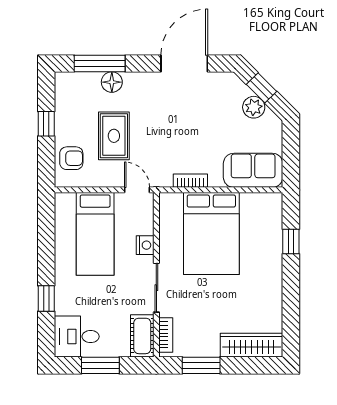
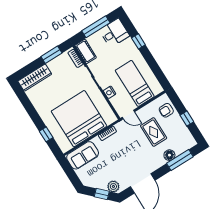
plant: (254, 107) -> (113, 186), moved
bed: (211, 233) -> (79, 119), width x1.36
window: (100, 365) -> (96, 27), width x1.44

